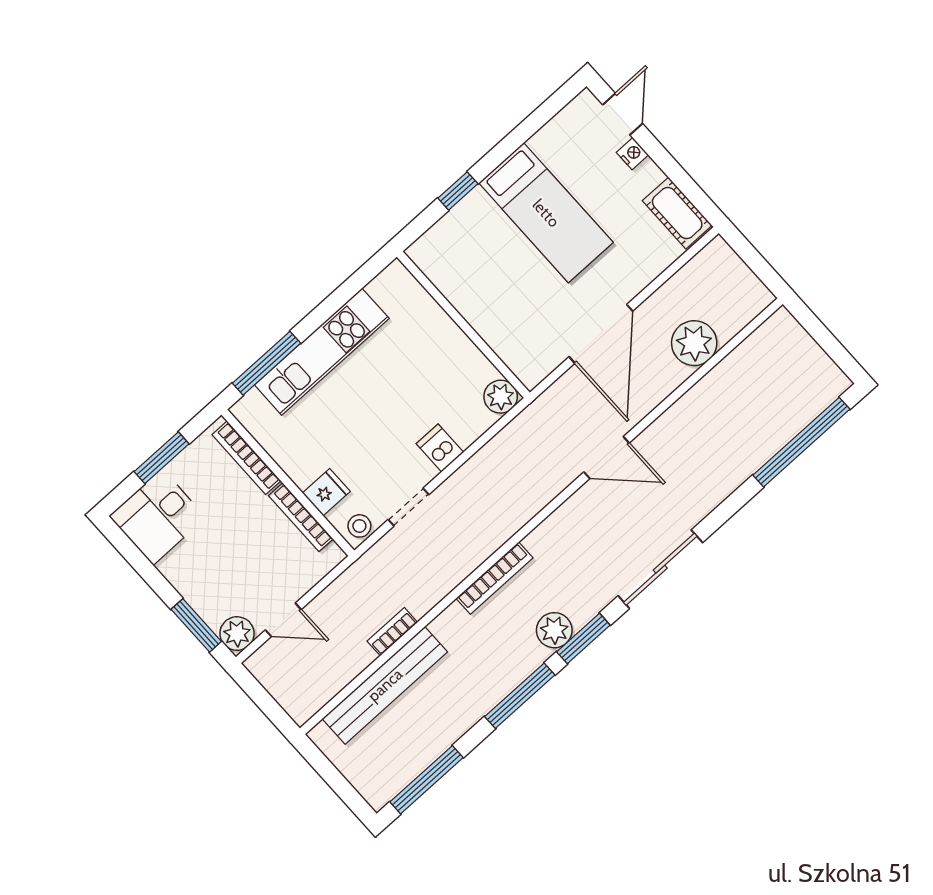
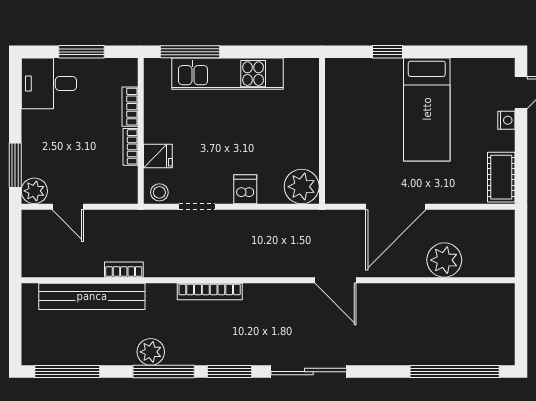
plant: (501, 397) -> (302, 187), width x1.36, depth x1.36
bookcase: (246, 458) -> (130, 107), width x0.64
bookcase: (301, 517) -> (130, 147), width x0.64
plant: (554, 630) -> (151, 352), moved

